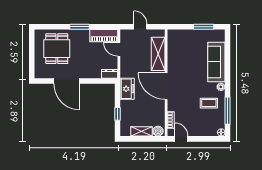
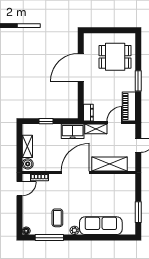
shelving: (125, 67) -> (96, 129), added

